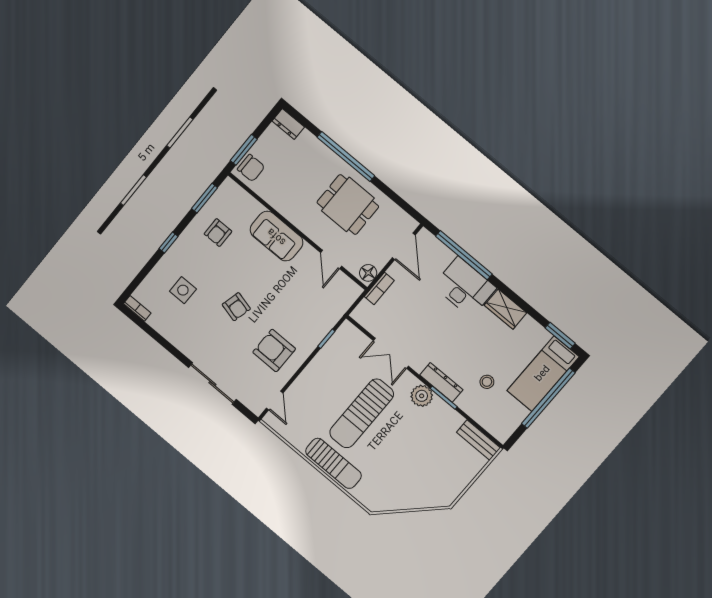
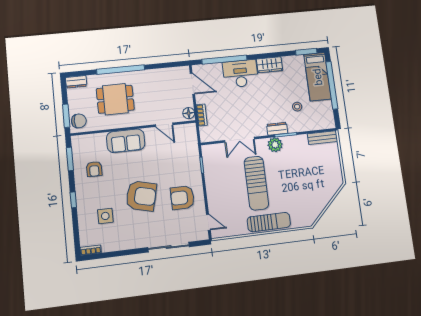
dining table: (348, 204) -> (115, 99), moved
armchair: (236, 307) -> (141, 196), width x1.88, depth x1.88
dresser: (441, 382) -> (277, 129), width x0.70

